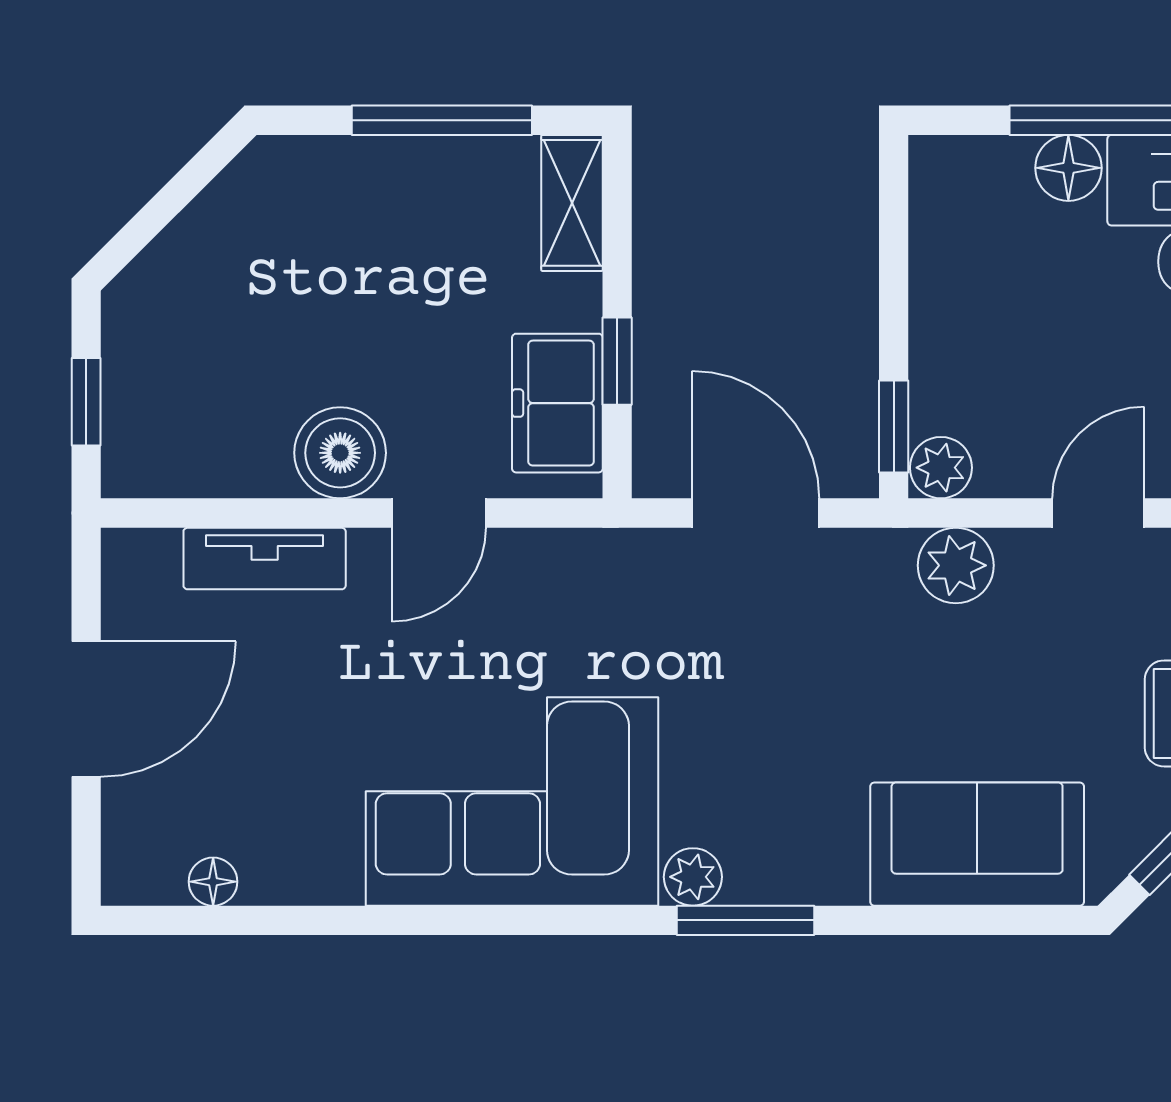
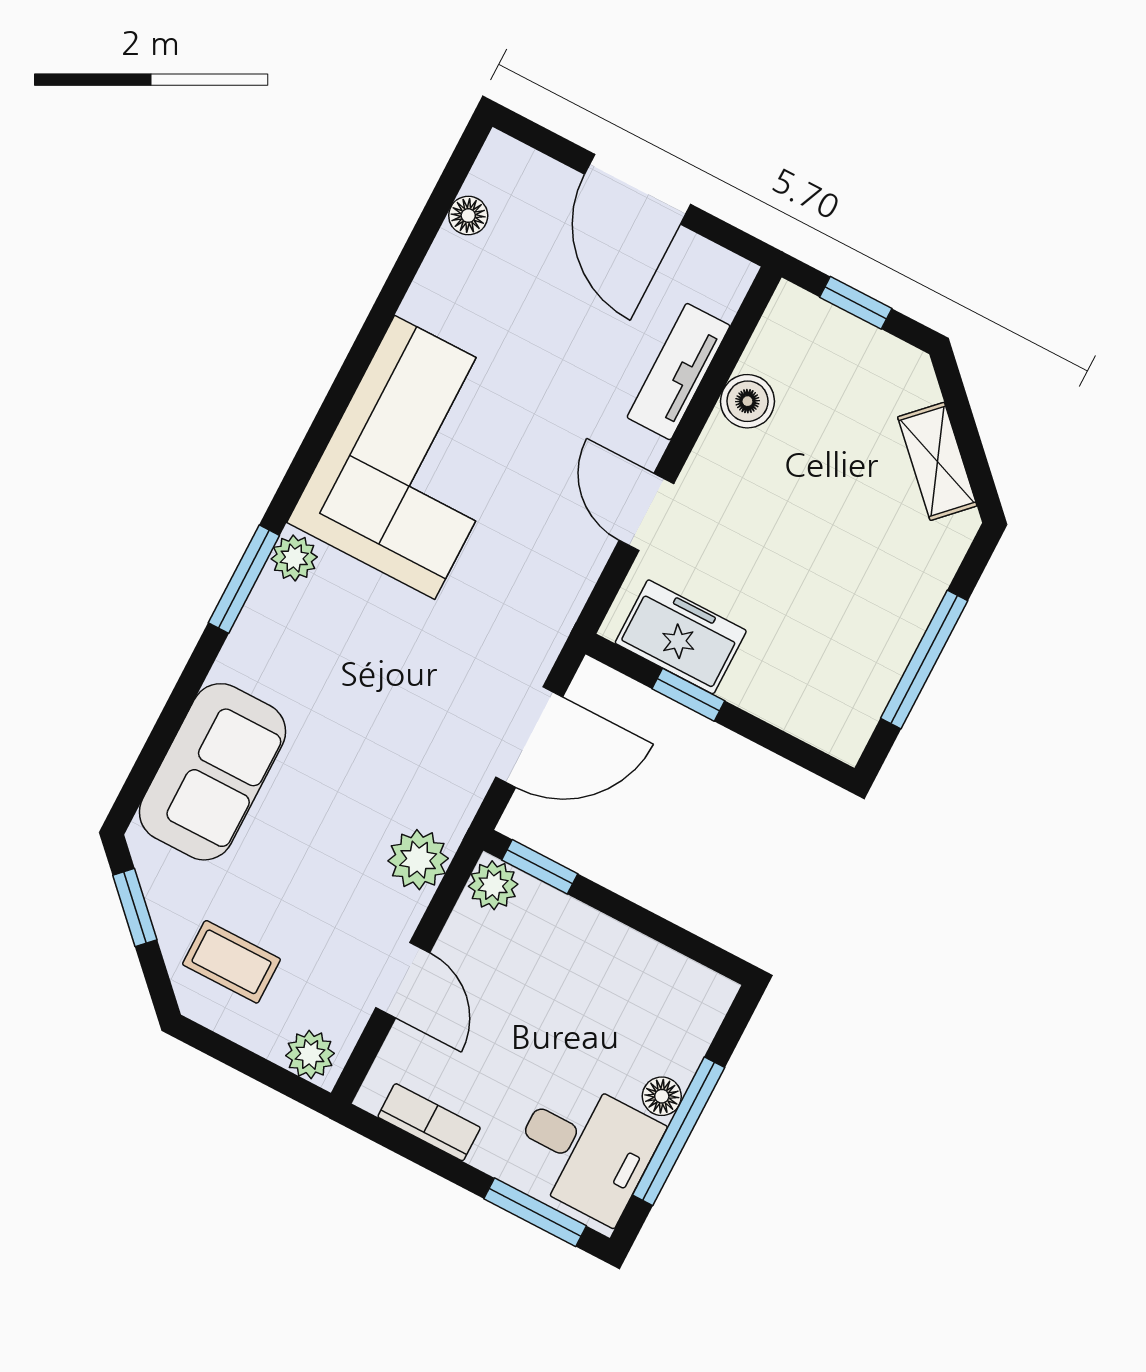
floor lamp: (1068, 168) -> (662, 1096), width x0.73, depth x0.73
shelving: (572, 203) -> (937, 461), moved, turned 45
boiler: (340, 453) -> (747, 401), moved, width x0.73, depth x0.73

